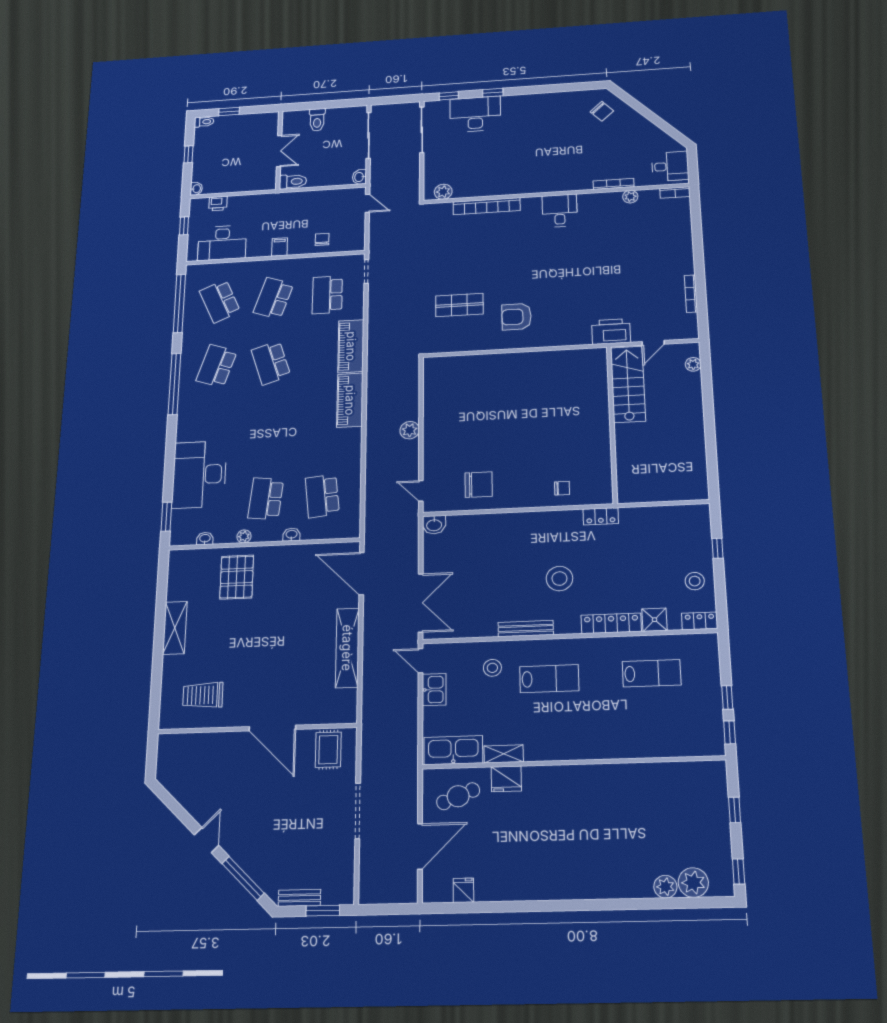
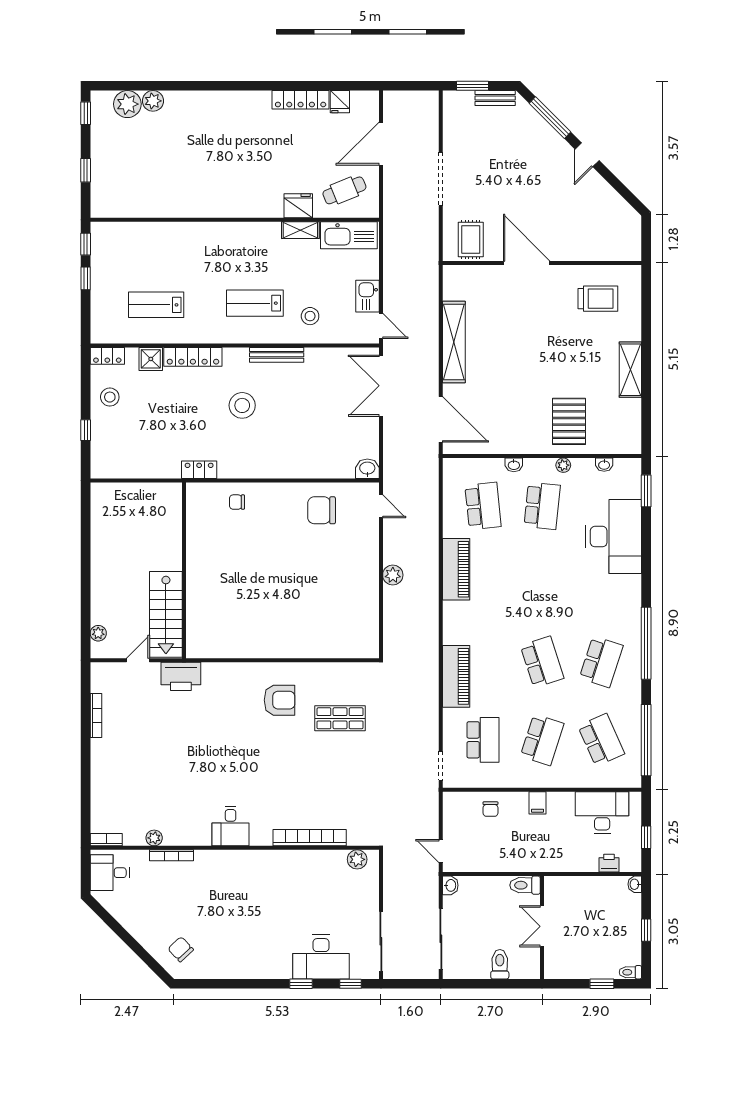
piano: (350, 400) -> (456, 569), moved
locker: (506, 891) -> (301, 100), added

